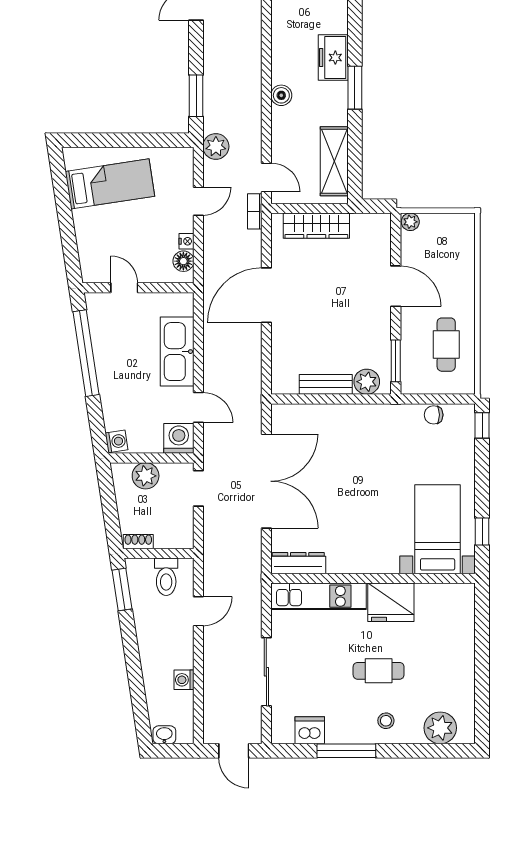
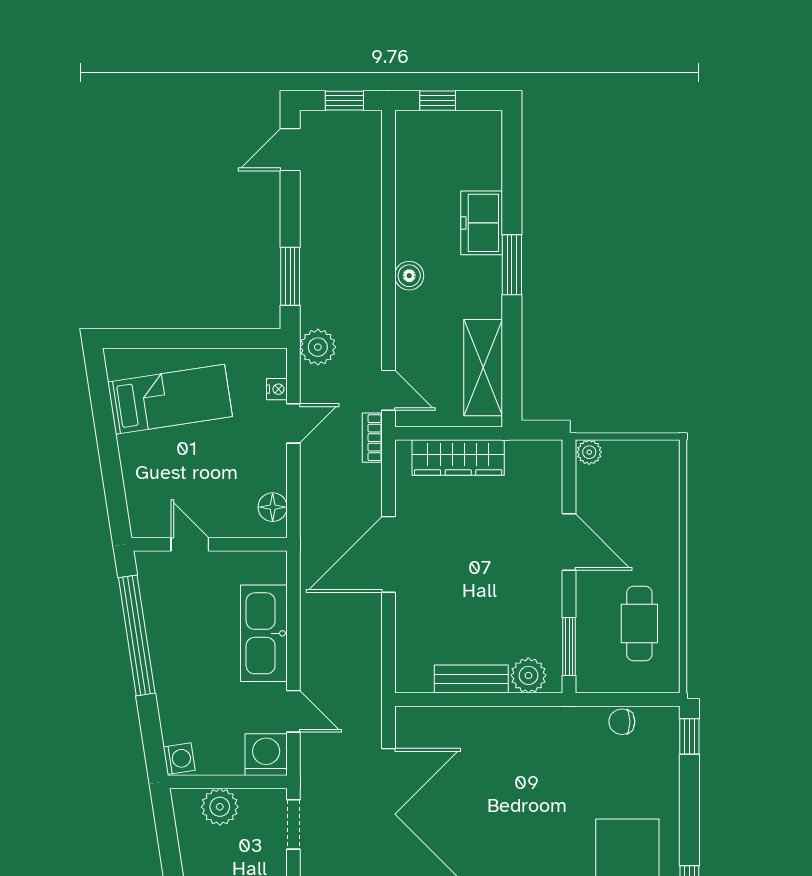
nightstand: (186, 241) -> (277, 389), moved

